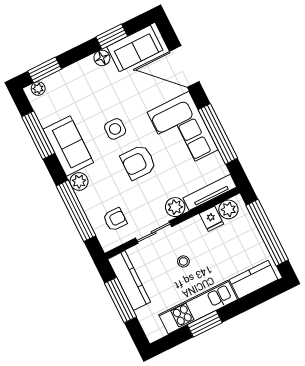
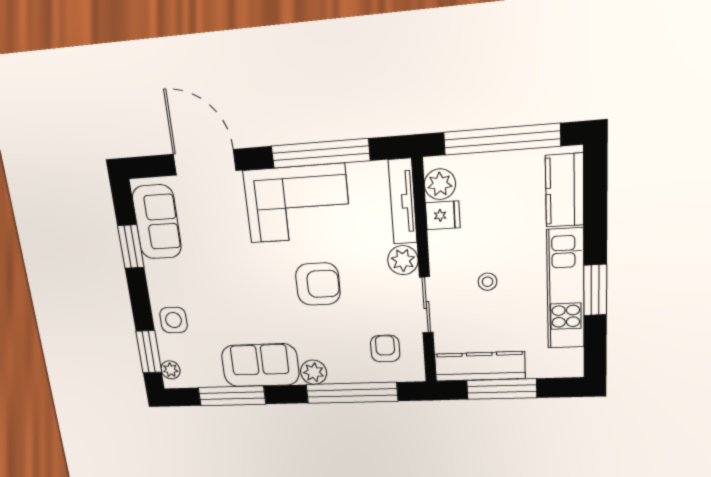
floor lamp: (102, 58) -> (156, 272), removed
door: (184, 66) -> (205, 162), swing flipped
side table: (115, 129) -> (174, 320), moved
armchair: (138, 162) -> (318, 284), turned -90

